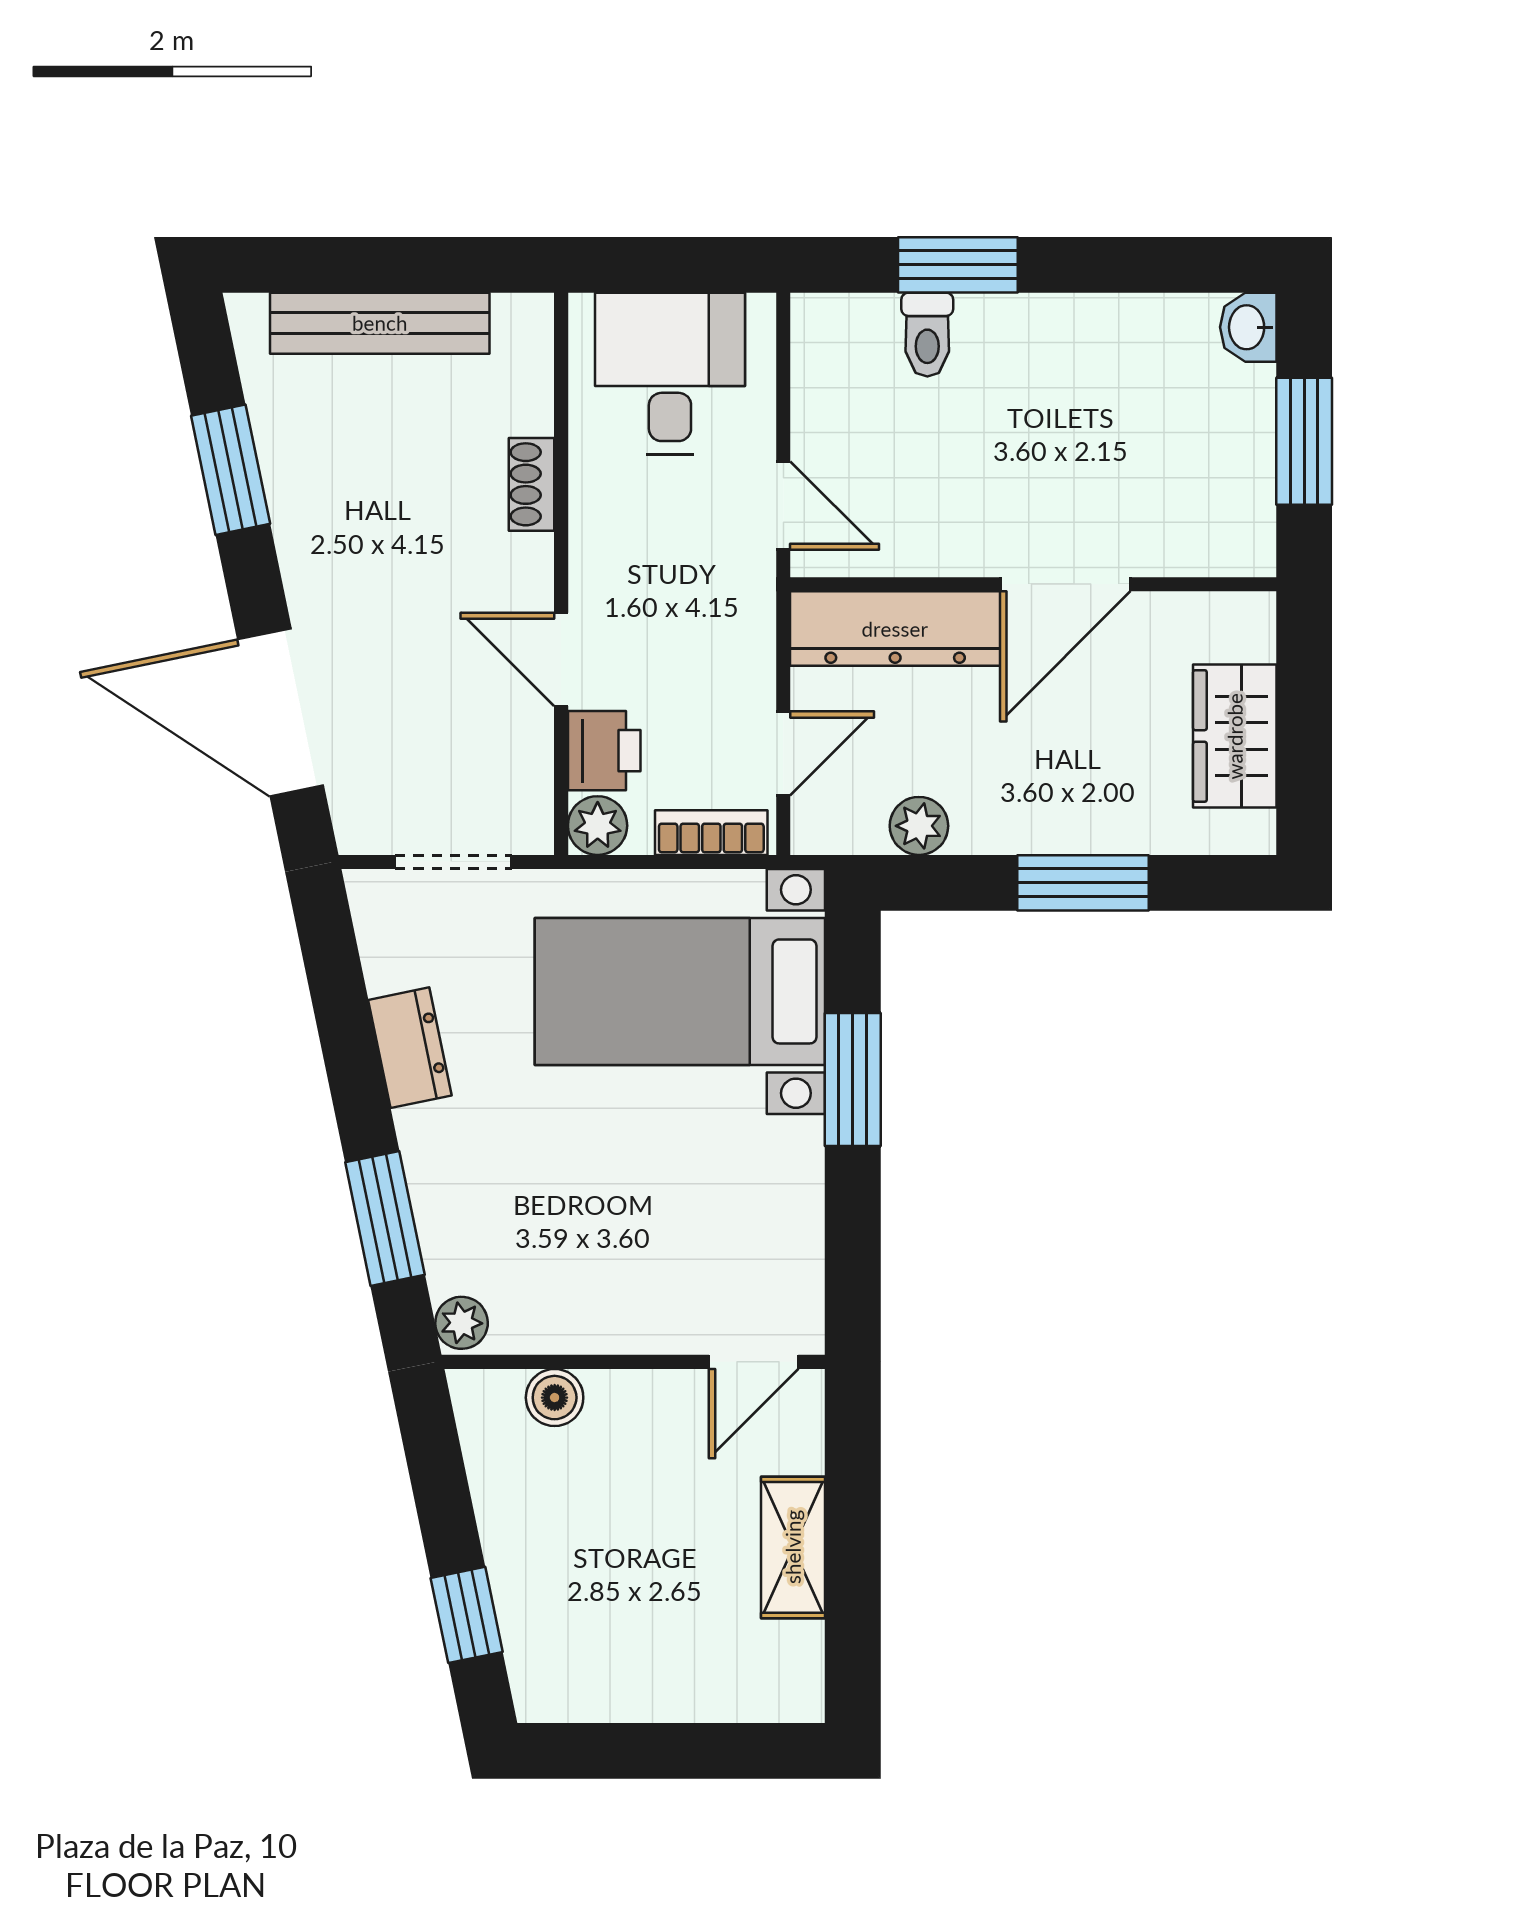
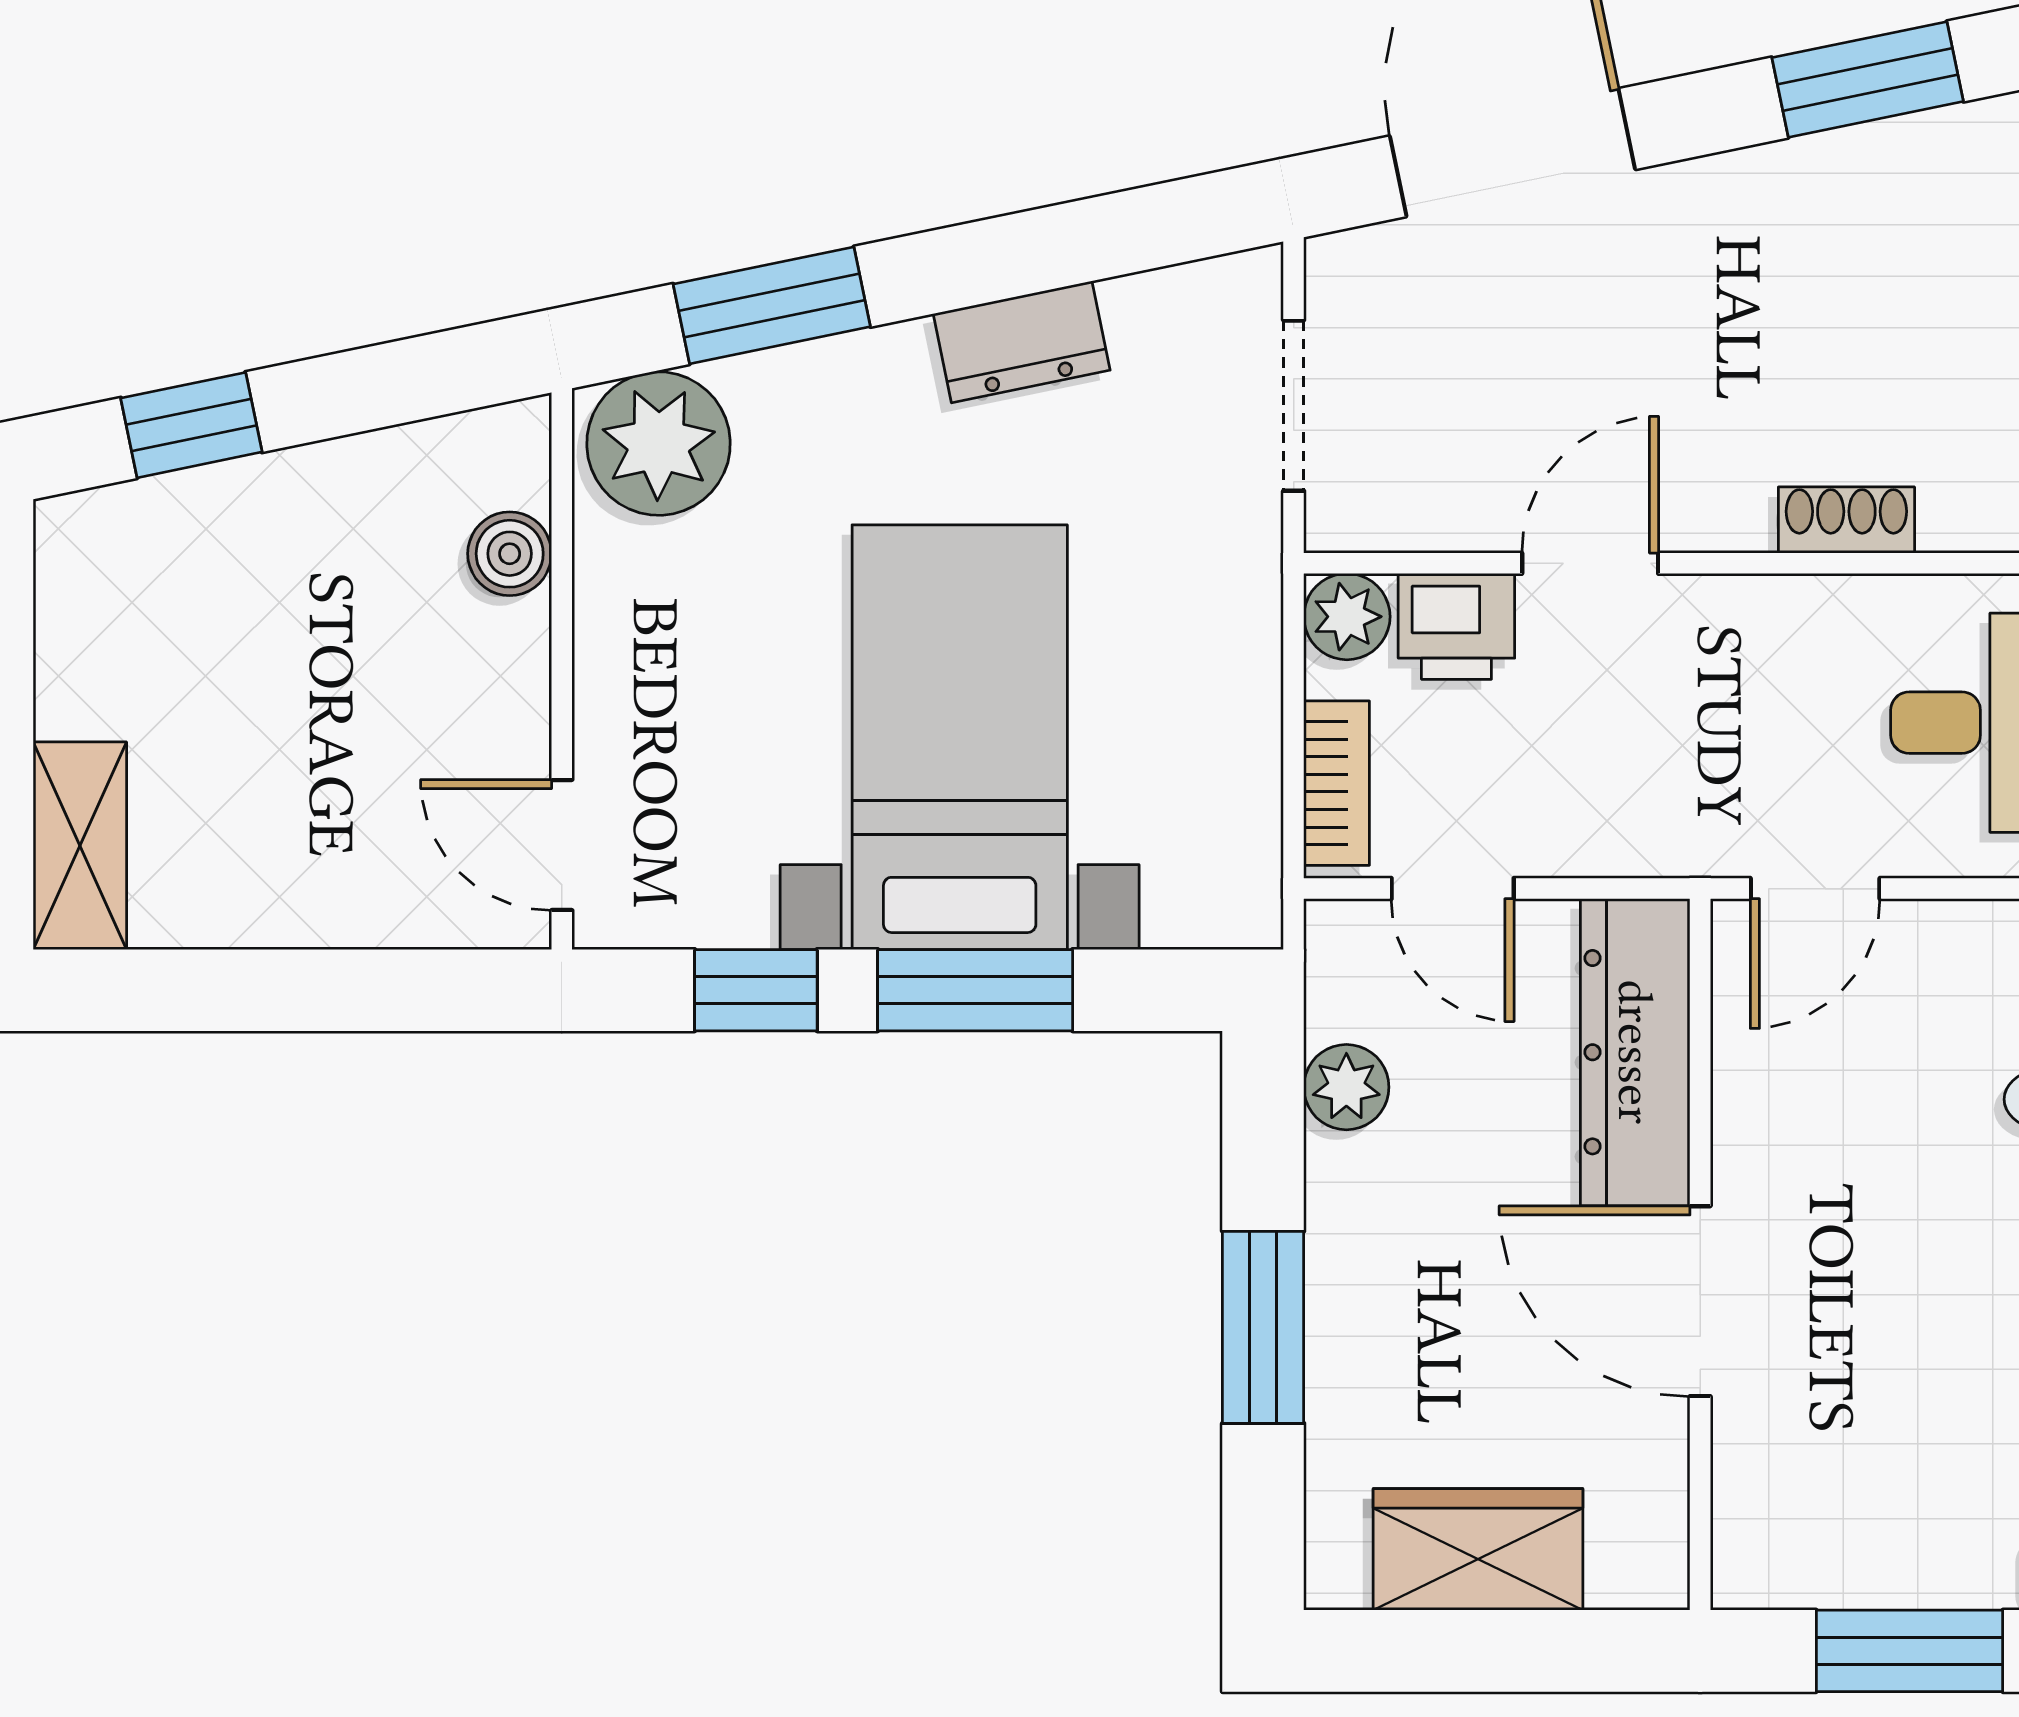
bed with nightstands: (680, 991) -> (960, 737), moved
window: (853, 1229) -> (756, 990), added
plant: (462, 1323) -> (659, 444), width x1.88, depth x1.88
shelving: (793, 1547) -> (80, 846), moved, turned 90

